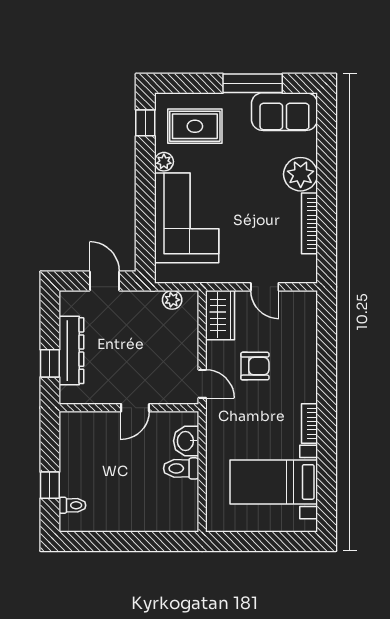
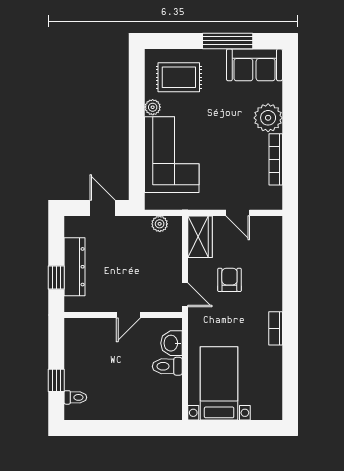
window: (145, 123) -> (137, 74), removed
armchair: (255, 366) -> (229, 280), turned -90
bed with nightstands: (274, 482) -> (219, 383), moved, turned 90

